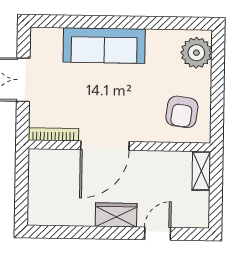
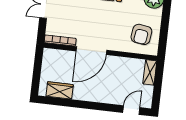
wardrobe: (116, 215) -> (60, 90), moved
door: (158, 234) -> (131, 110), moved

